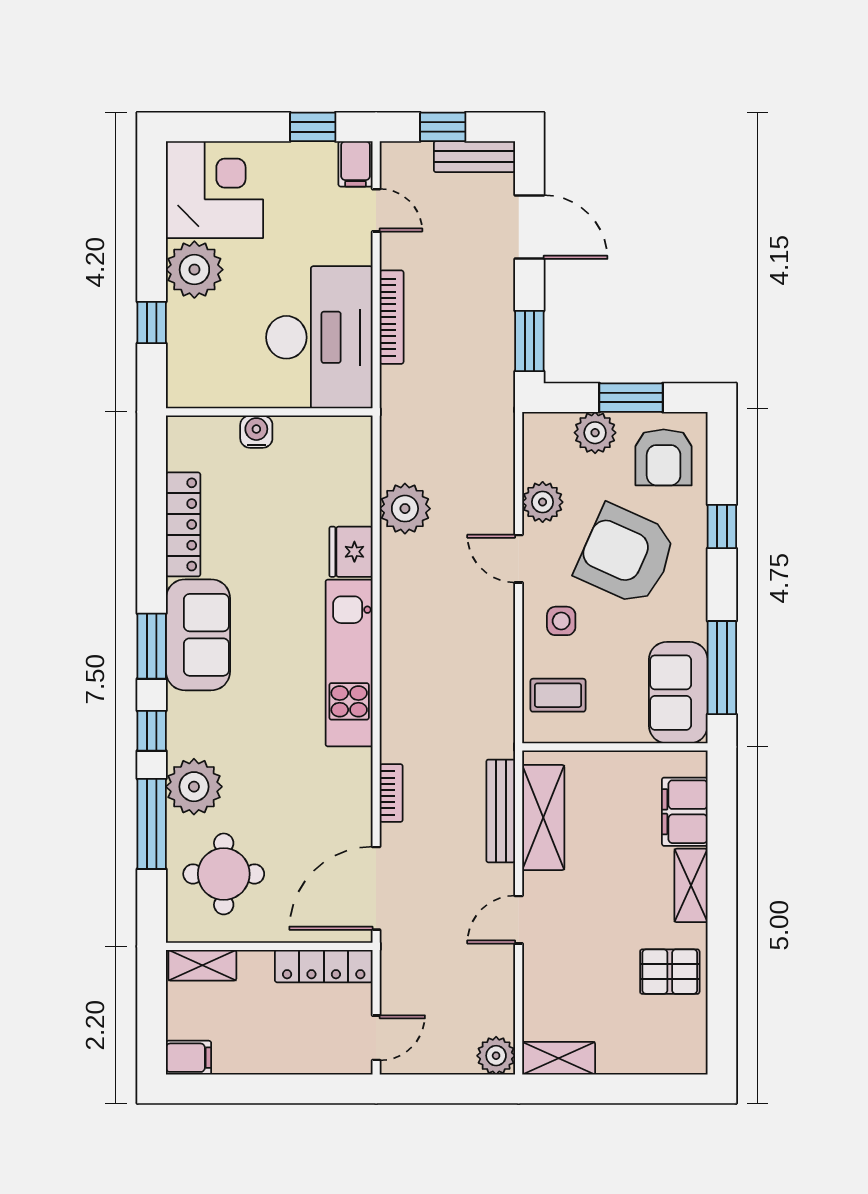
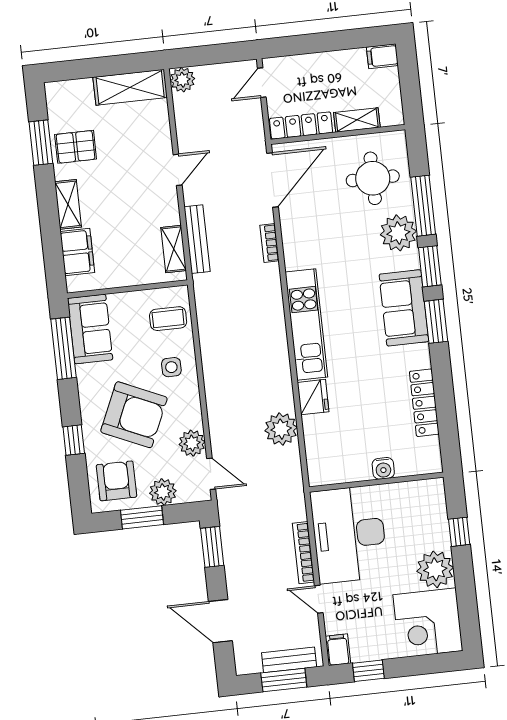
window: (443, 127) -> (284, 680), width x1.50
bench: (474, 157) -> (289, 660), moved
door: (376, 210) -> (319, 599), moved
door: (519, 559) -> (211, 474), moved
sofa: (198, 635) -> (404, 308), moved
window: (152, 731) -> (430, 266), width x1.50
shelving: (543, 818) -> (174, 249), width x0.67, depth x0.75
shelving: (202, 965) -> (357, 120), moved
window: (722, 984) -> (41, 143), added
shelving: (559, 1058) -> (130, 87), width x1.50, depth x1.33

